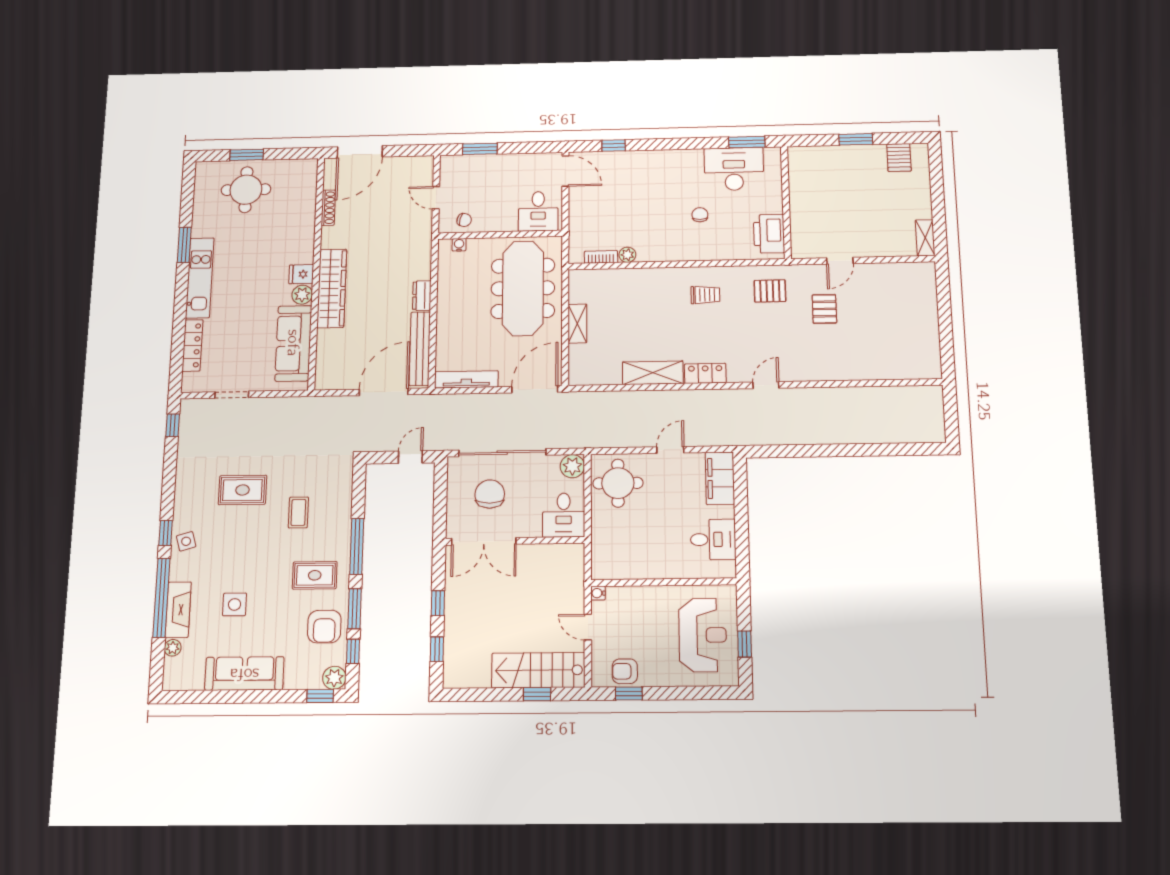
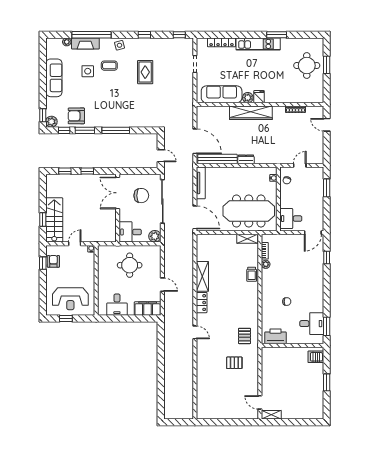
door: (360, 152) -> (327, 125), width x0.53
server rack: (899, 157) -> (316, 357), moved
desk: (734, 169) -> (312, 324), width x0.73
door: (840, 261) -> (260, 402), moved
trolley: (705, 295) -> (252, 274), moved
shelving: (577, 324) -> (247, 239), moved
round table: (618, 483) -> (130, 265), moved
coffee table: (298, 512) -> (109, 66), moved
window: (166, 533) -> (144, 35), moved
rug: (315, 575) -> (102, 110), removed

